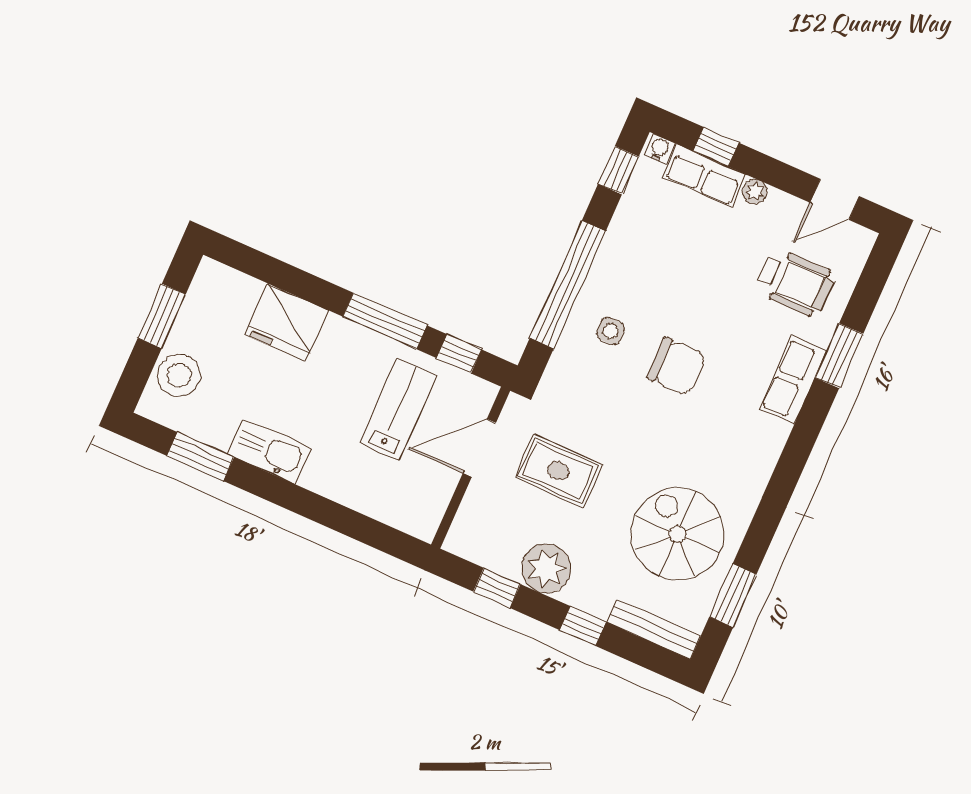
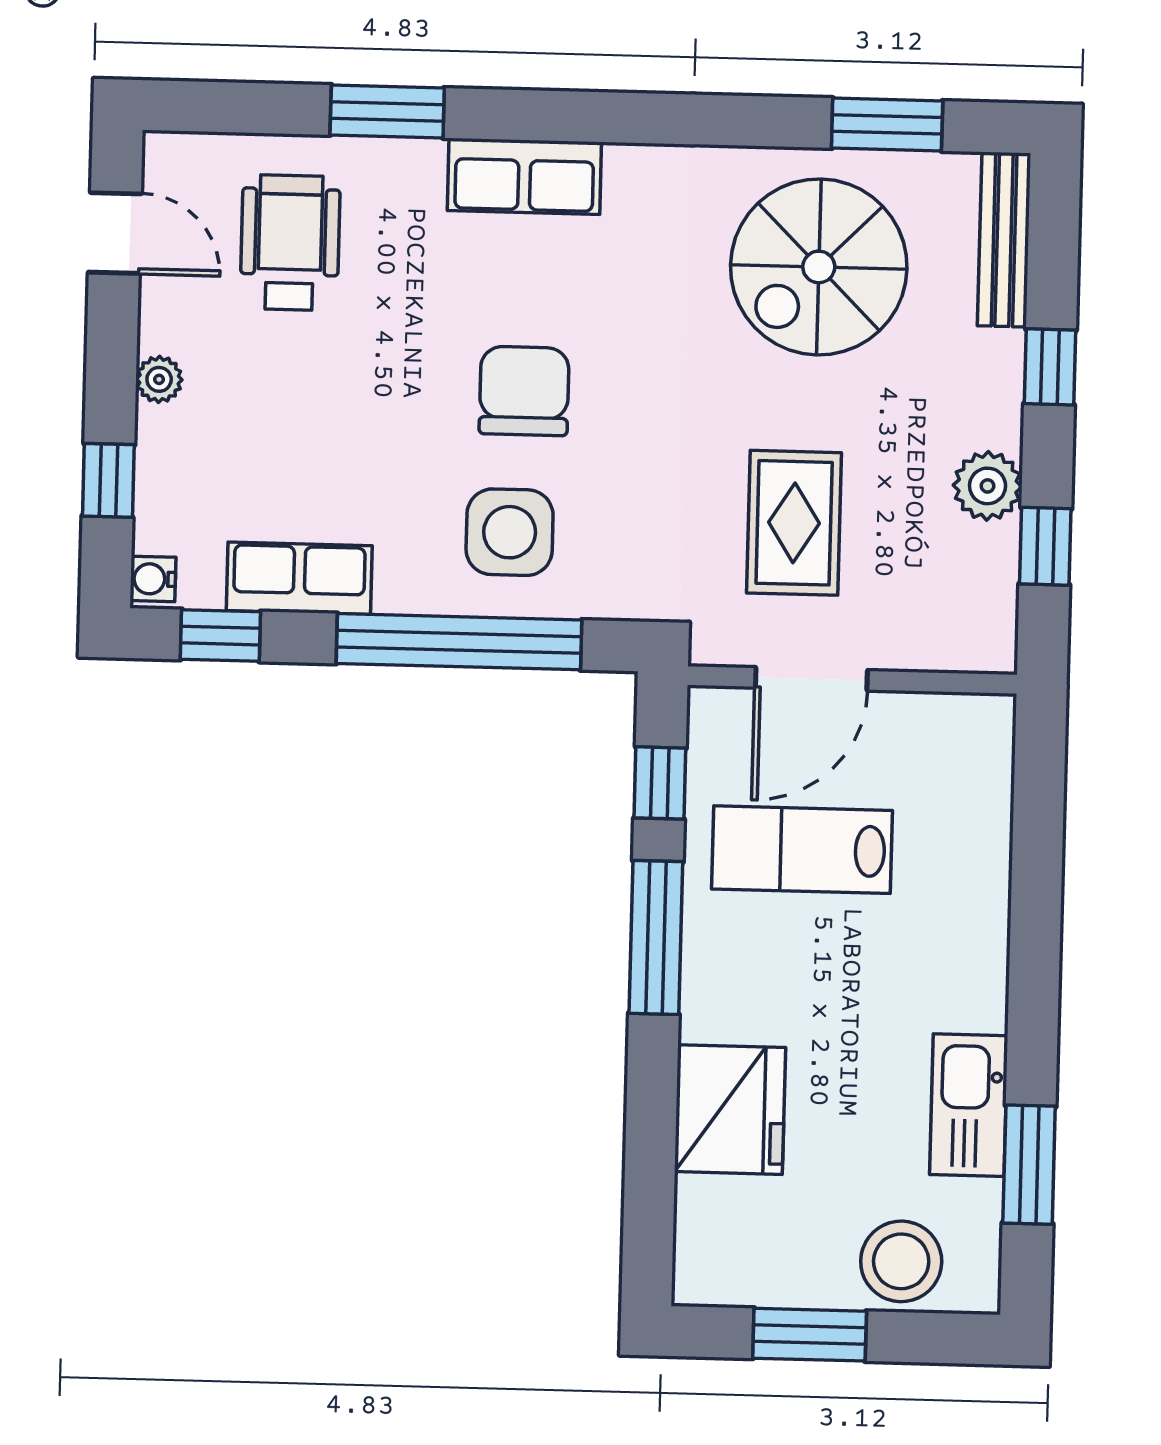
row of seats: (704, 176) -> (299, 578), moved, turned -90
side table: (611, 331) -> (510, 532), width x1.87, depth x1.87
row of seats: (793, 380) -> (524, 176), moved
door: (479, 448) -> (811, 679), hinge flipped
kitchen sink: (269, 451) -> (969, 1105), moved
plant: (546, 569) -> (988, 486), width x0.73, depth x0.73

